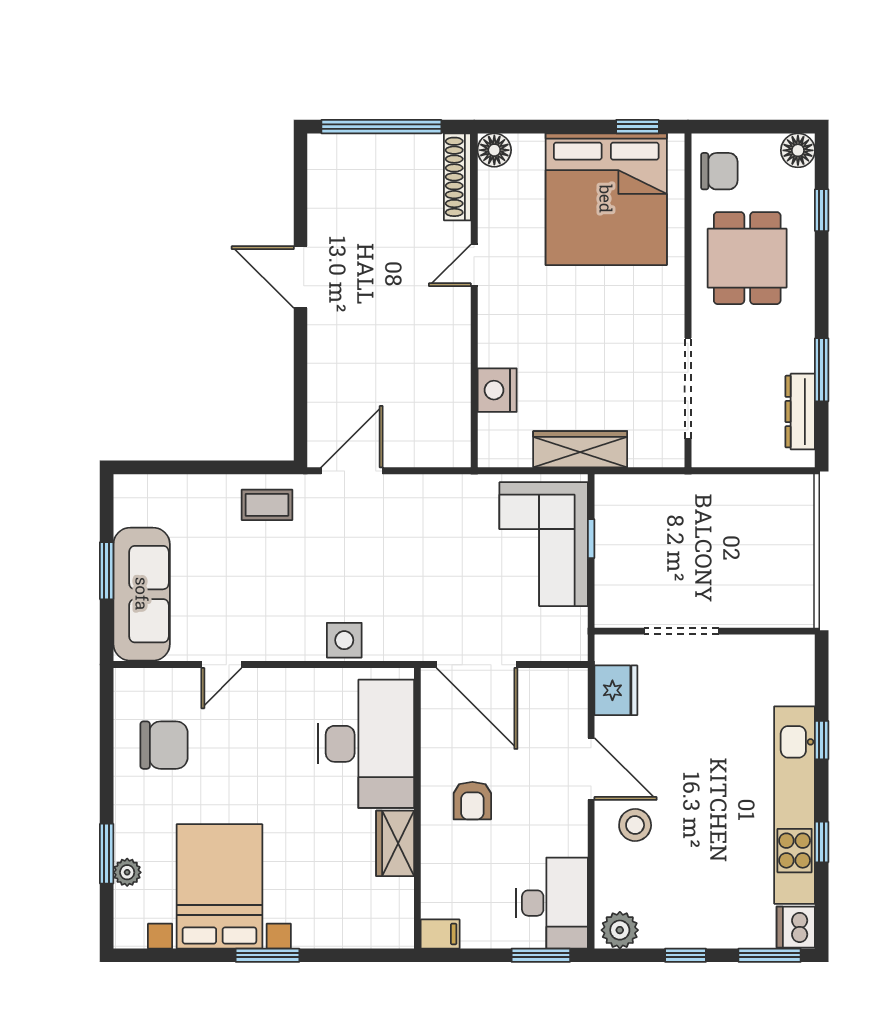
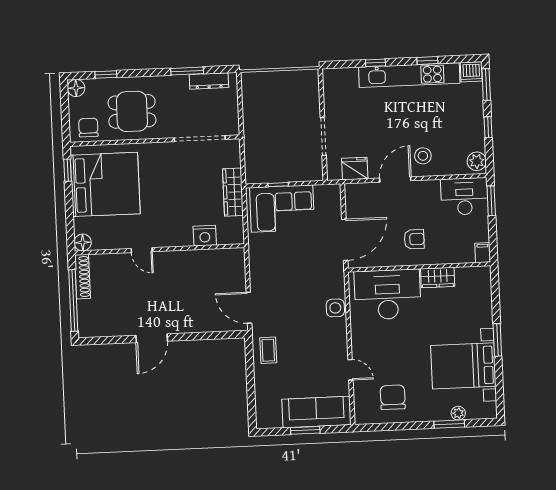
shoe rack: (457, 177) -> (82, 277), moved, turned -90

